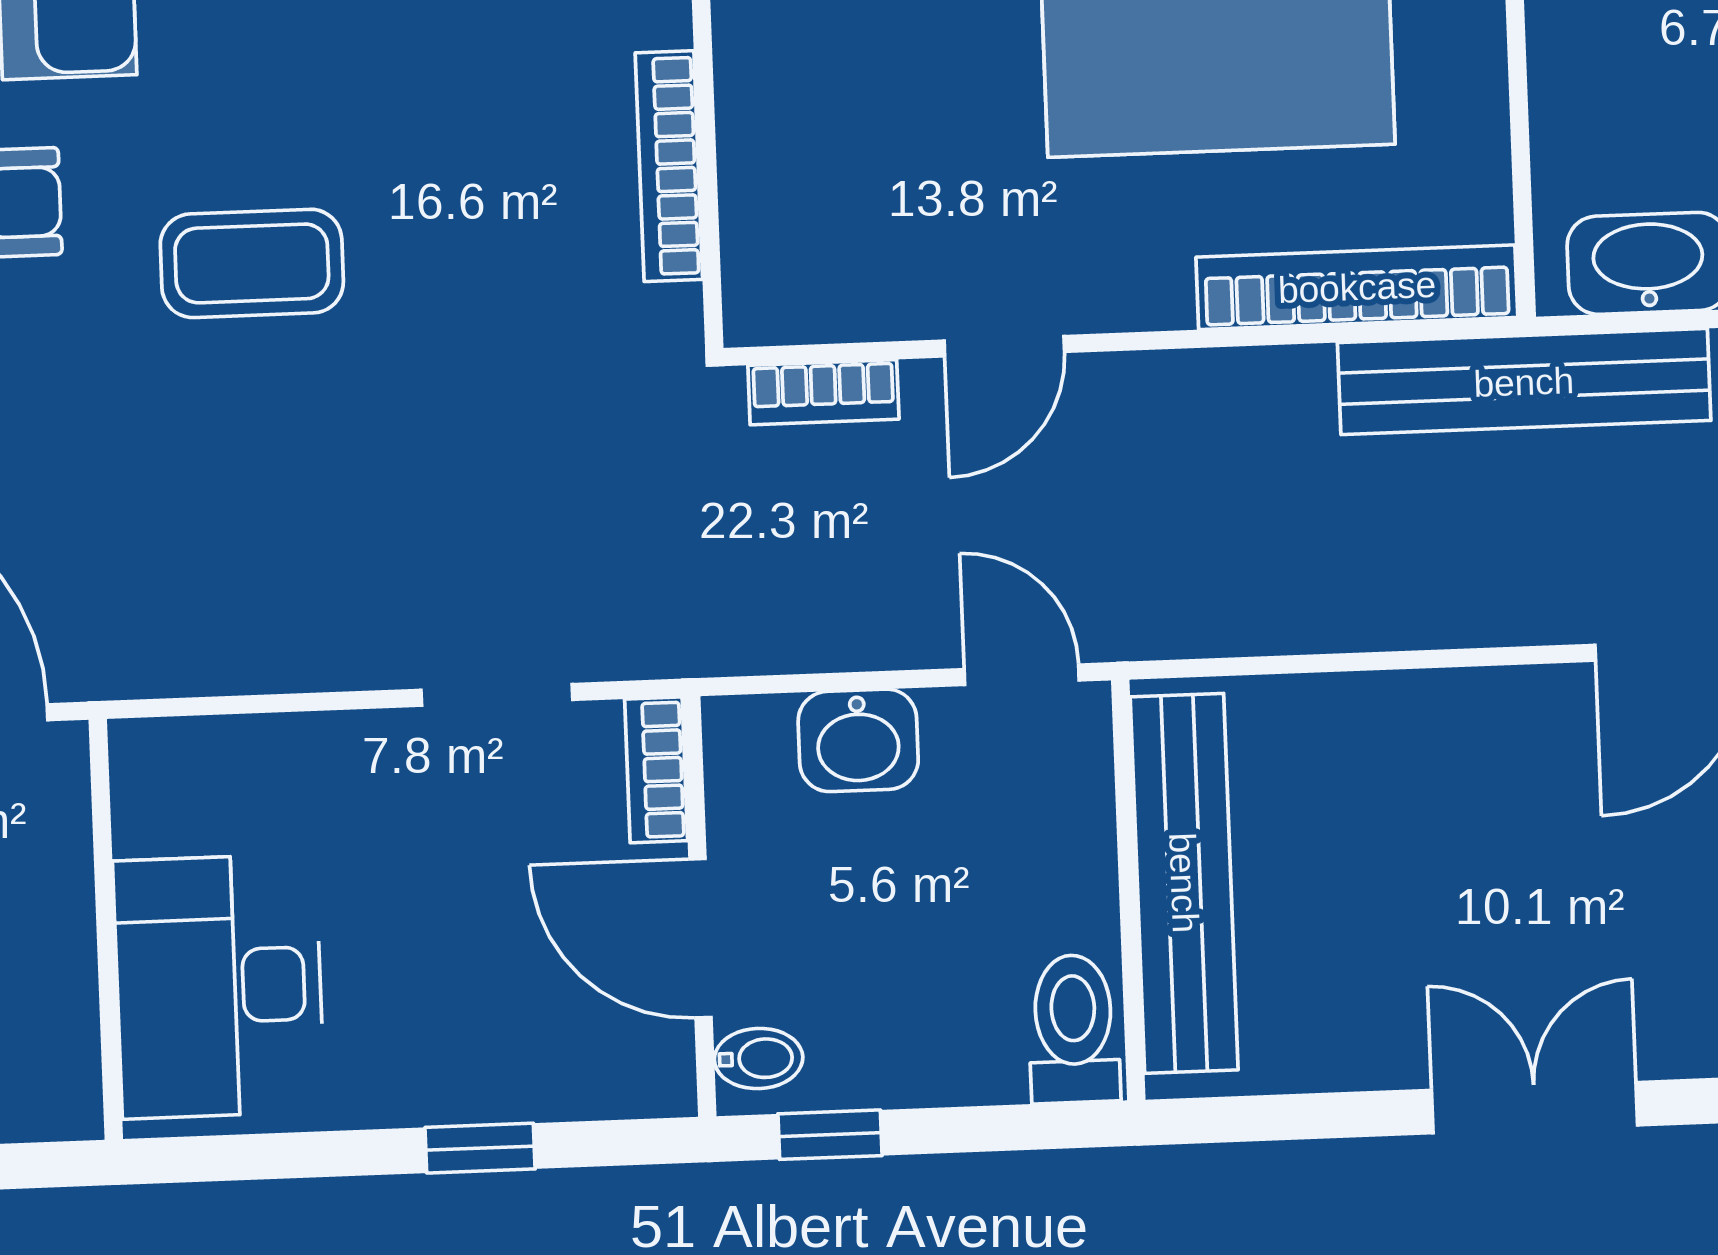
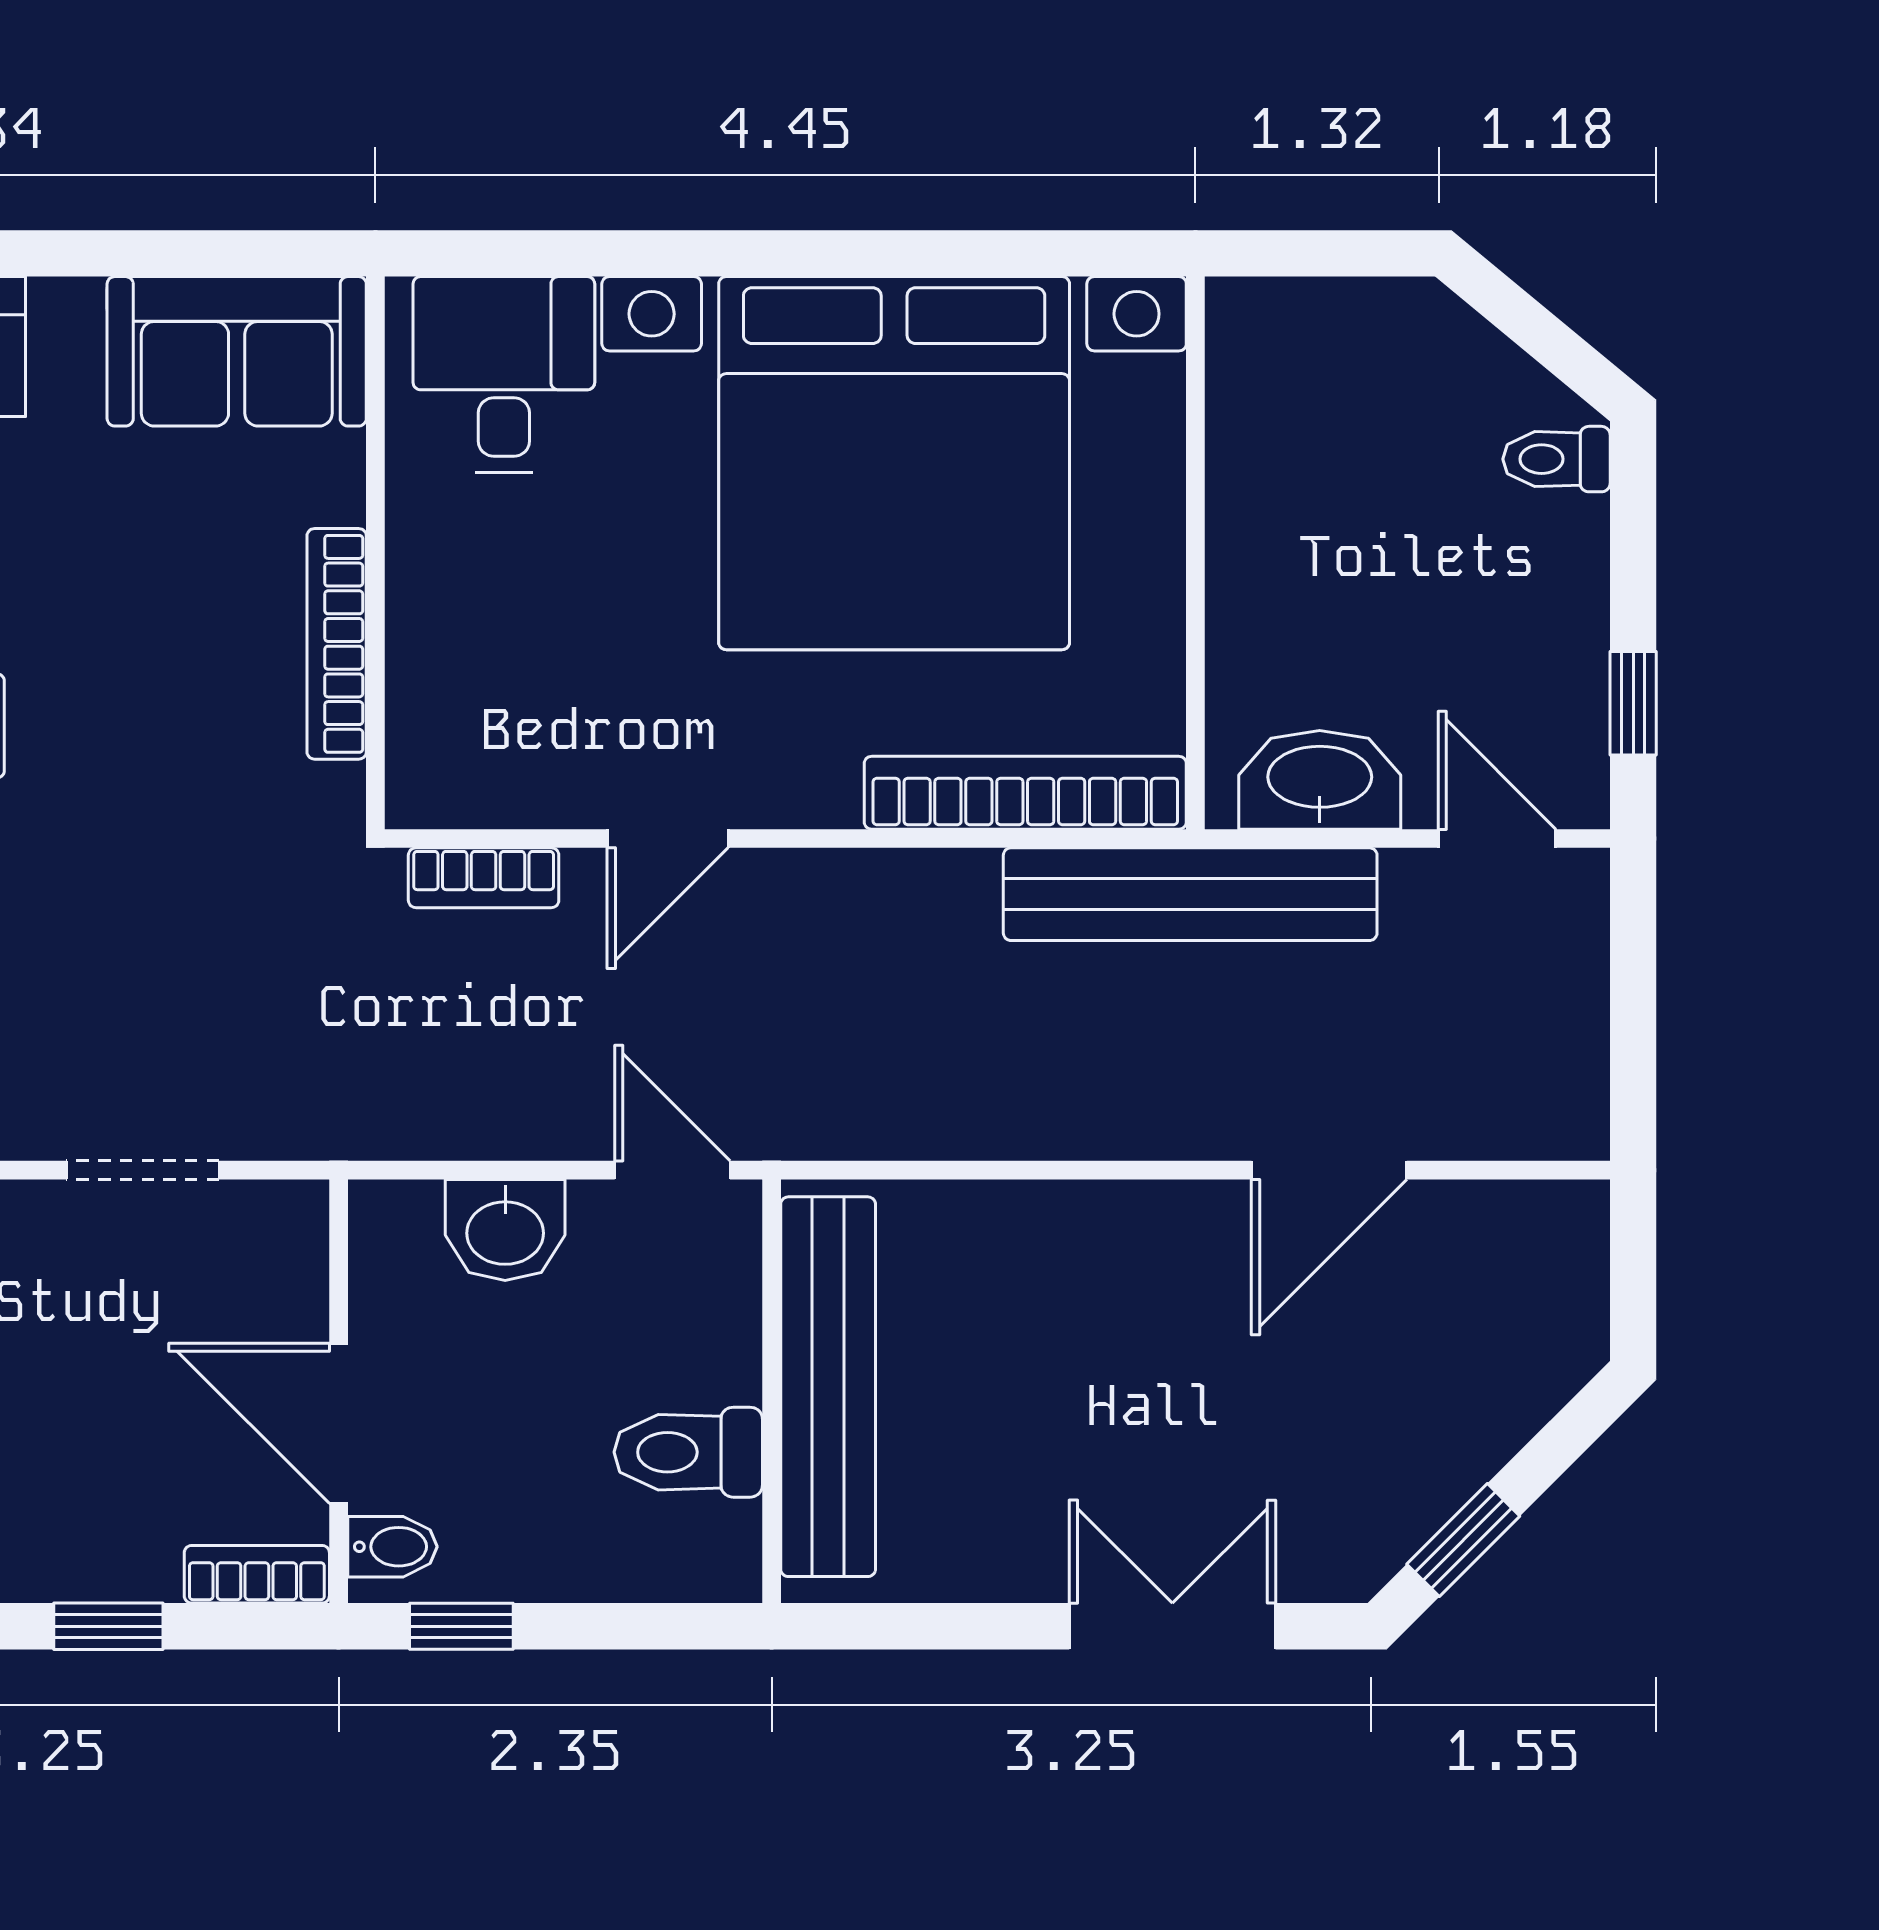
bookcase: (656, 770) -> (257, 1574), moved, turned 90
toilet: (1074, 1029) -> (688, 1452), moved, turned -90

